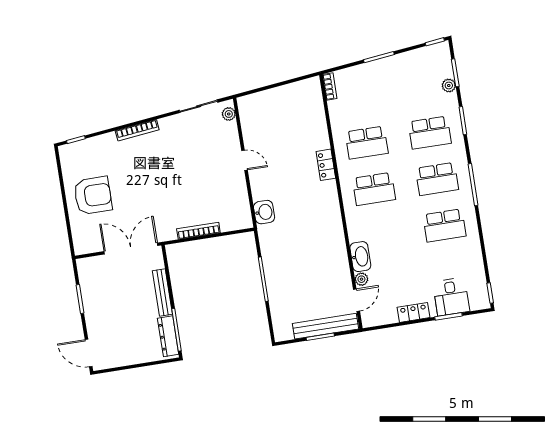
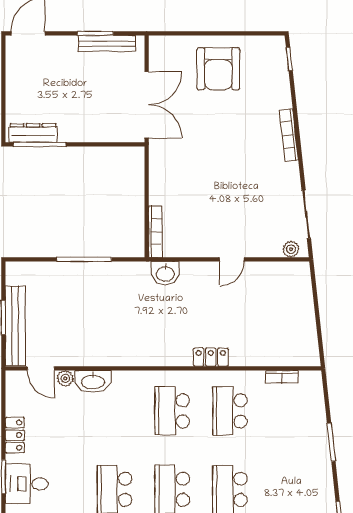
bookcase: (330, 87) -> (282, 377), moved
bookcase: (198, 231) -> (155, 231), moved
bench: (162, 293) -> (107, 43), moved

